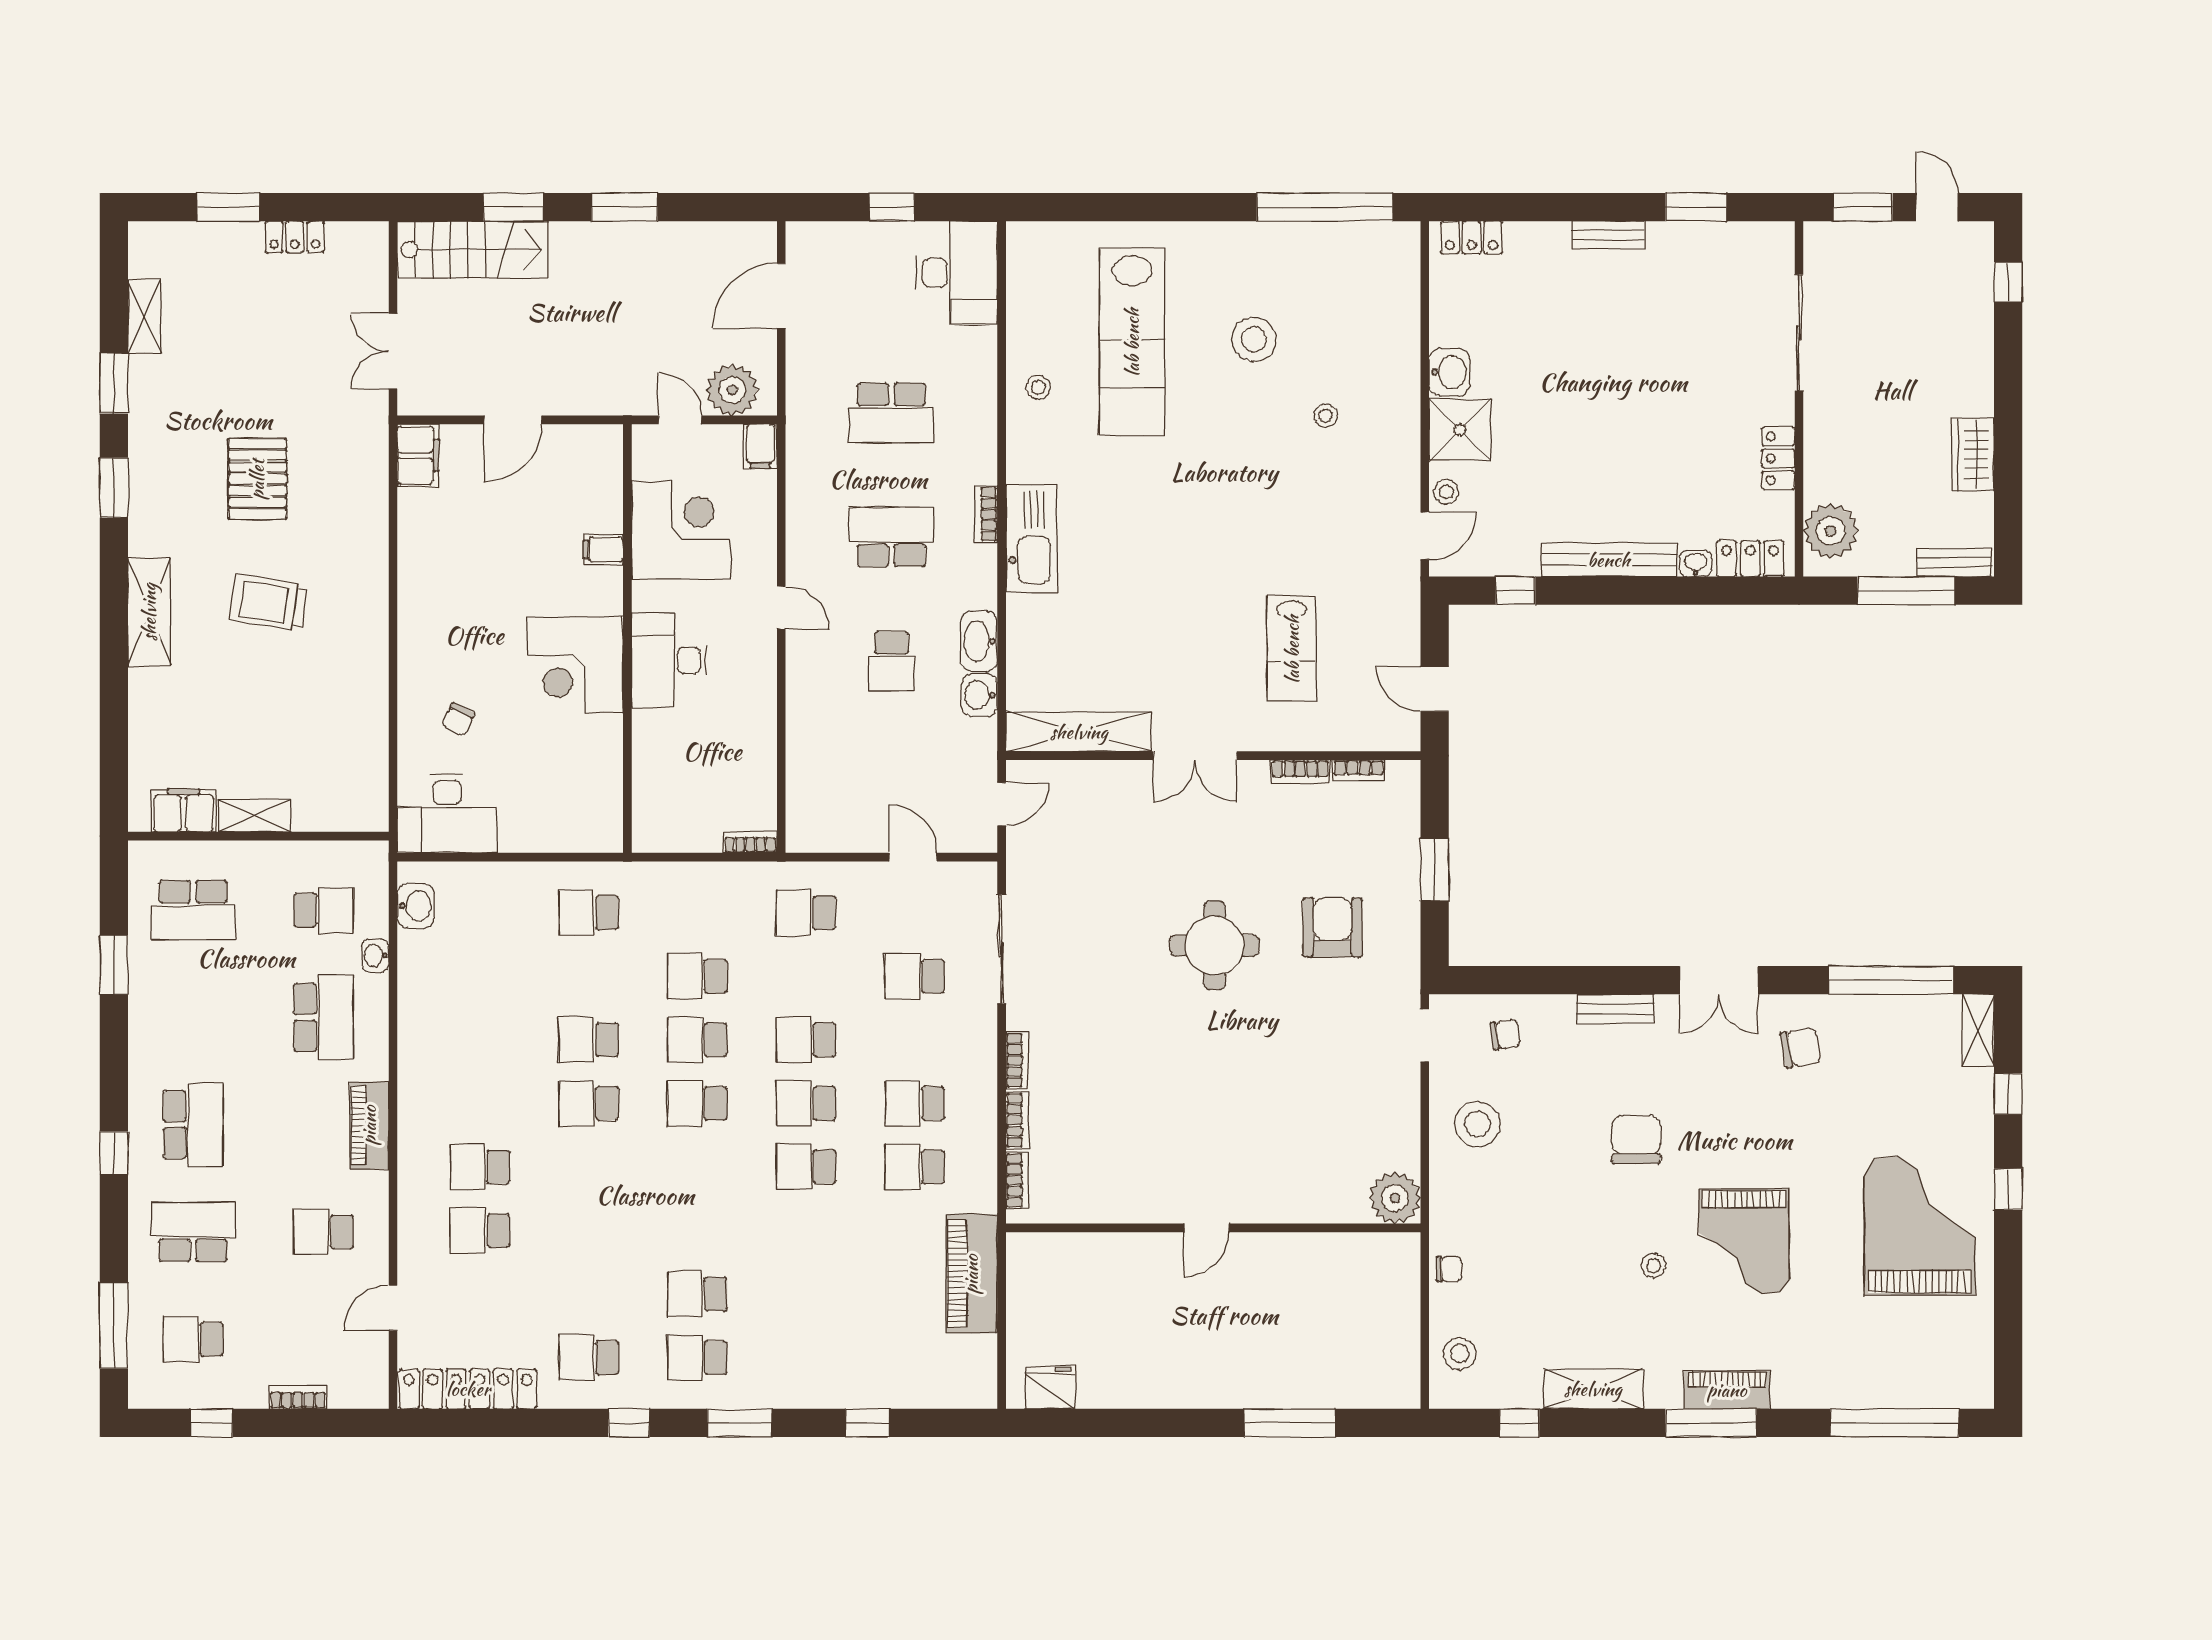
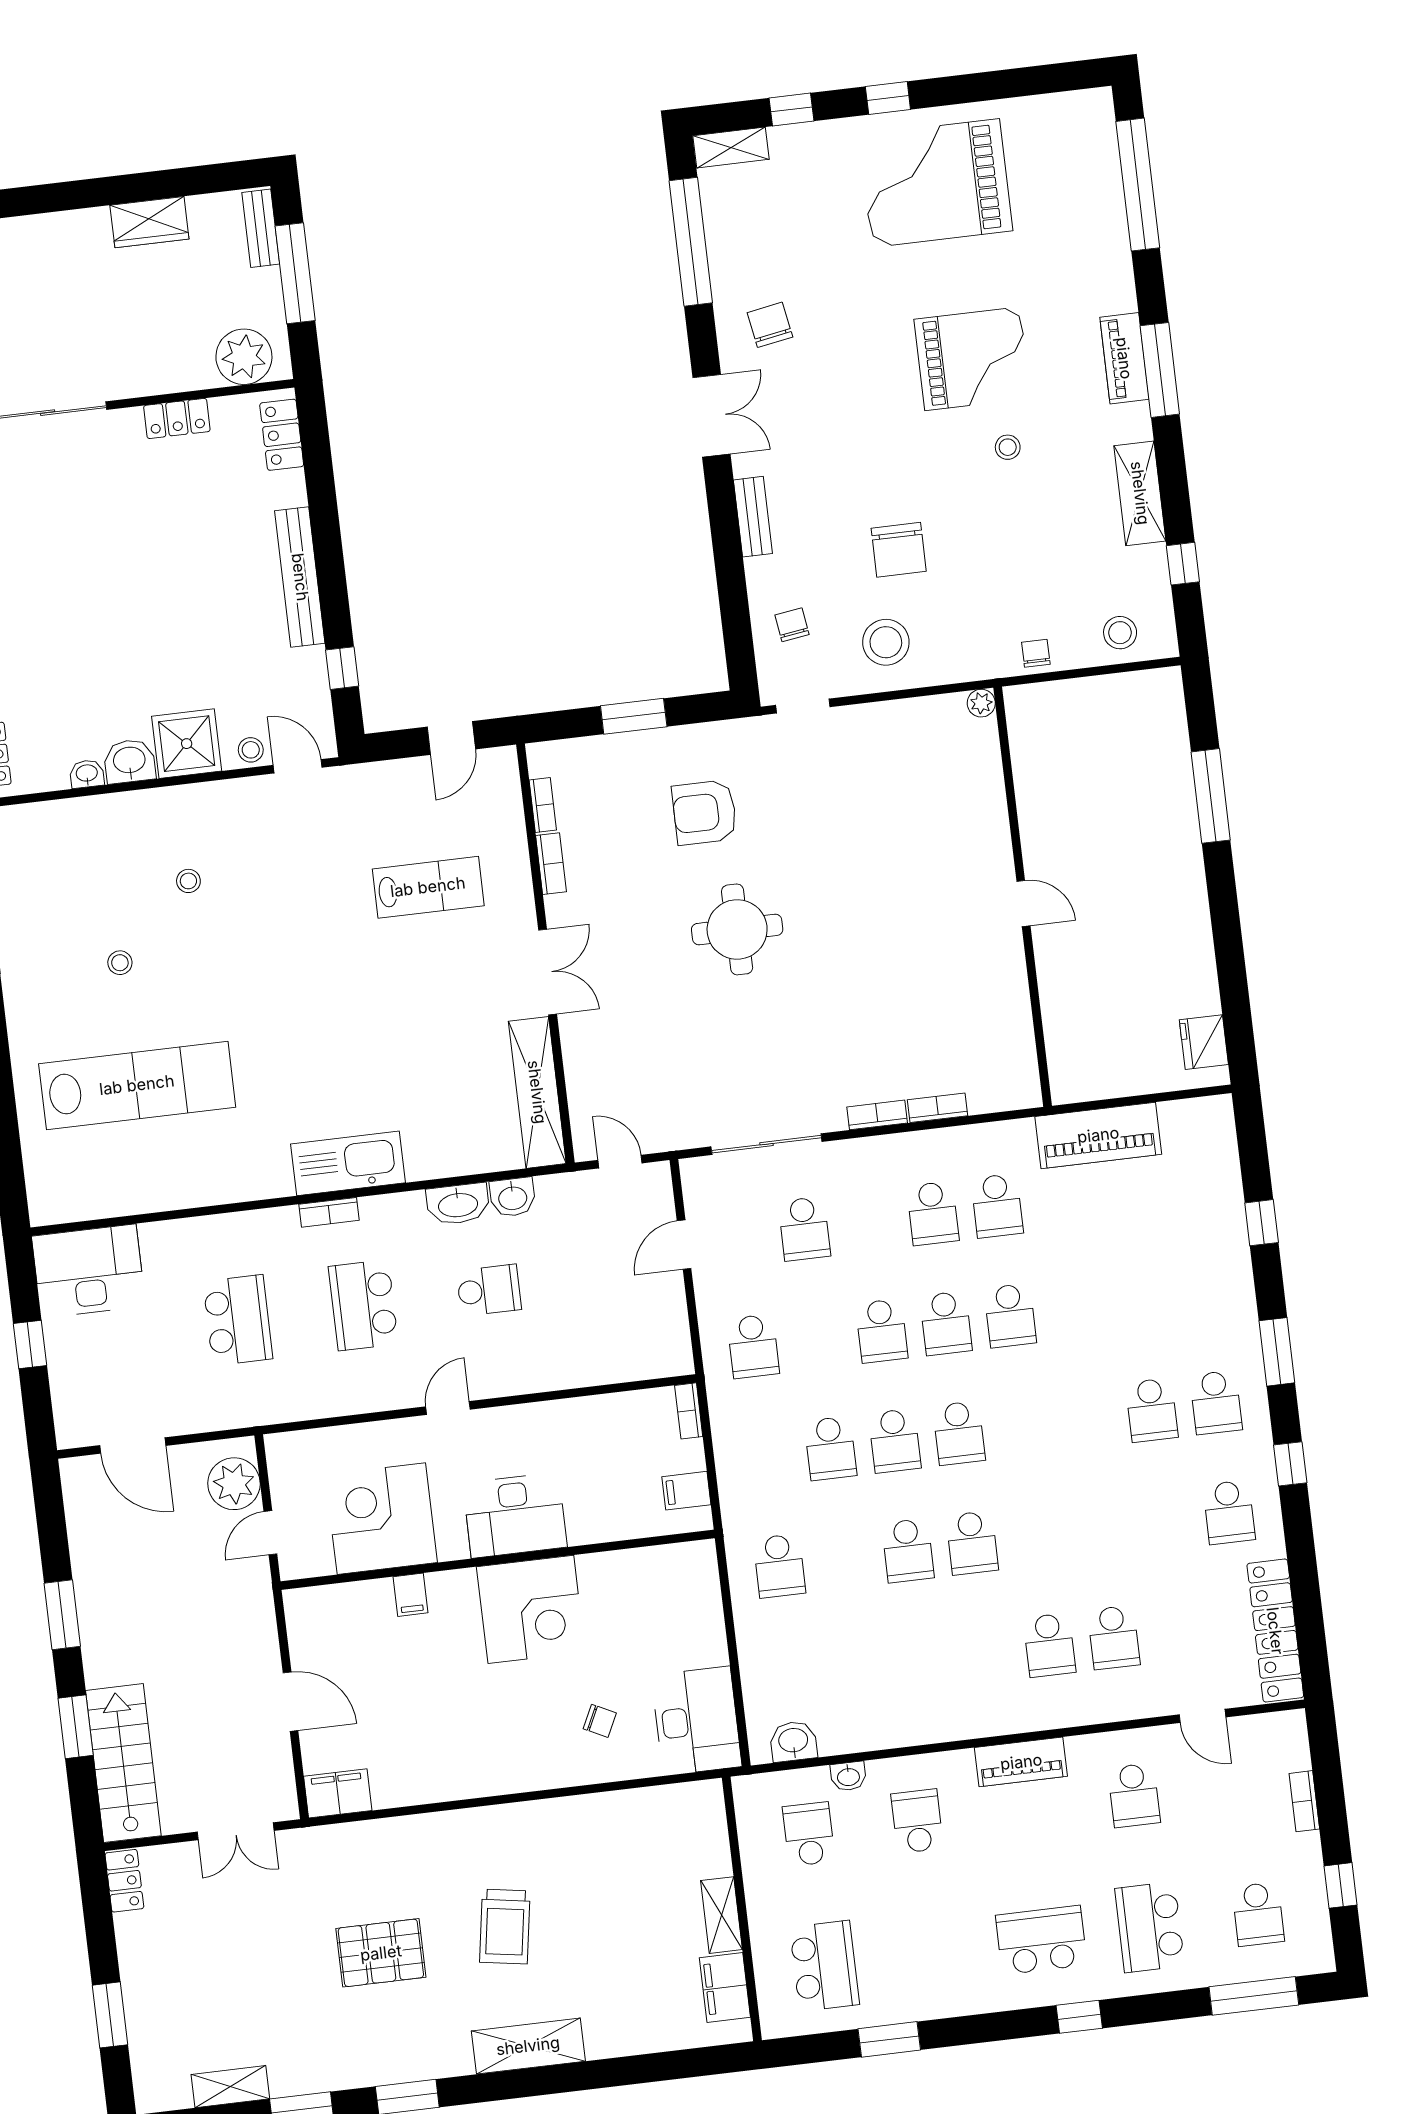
locker: (295, 237) -> (124, 1881), moved
stool: (1254, 339) -> (120, 963), width x0.53, depth x0.53
stool: (1038, 387) -> (194, 1175), removed
filing cabinet: (760, 446) -> (686, 1491), moved, turned 180
washbasin: (1696, 563) -> (87, 774), moved, turned 90
school desk: (324, 1017) -> (917, 1821), width x0.54
chair: (1636, 1139) -> (899, 550), moved, turned -90
bookcase: (1017, 1180) -> (998, 1100), removed
plant: (1395, 1198) -> (981, 703), width x0.53, depth x0.53

